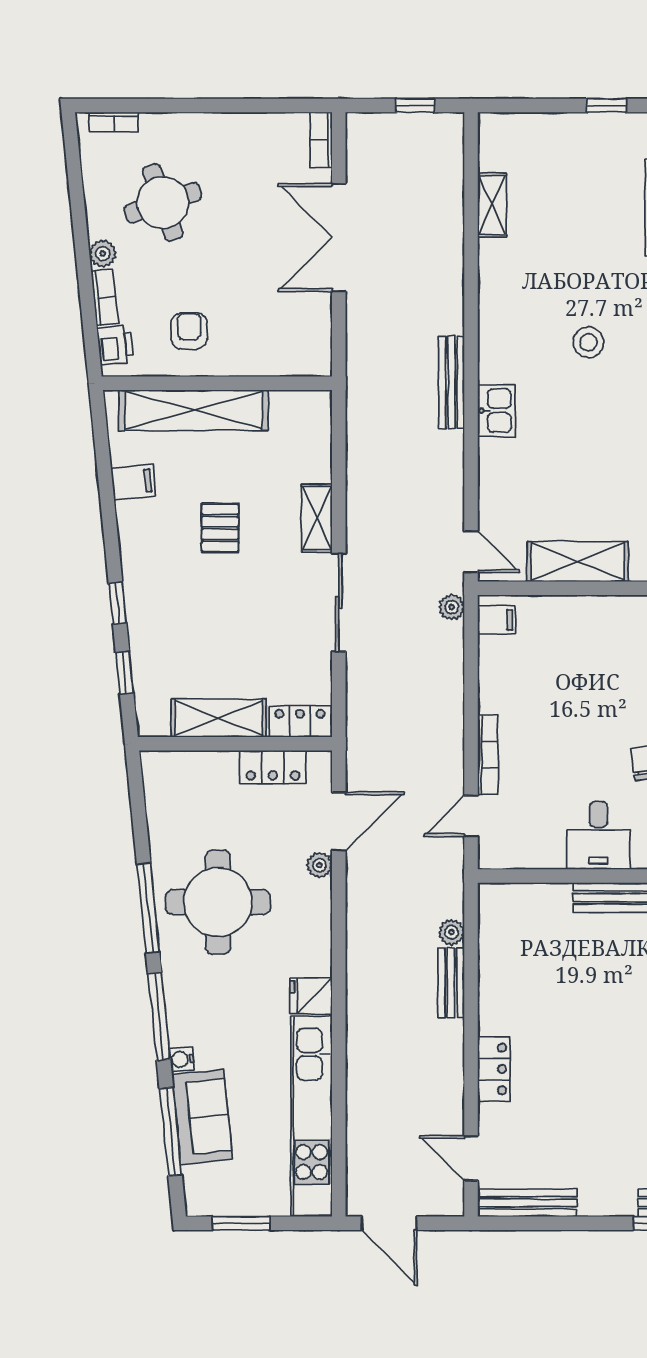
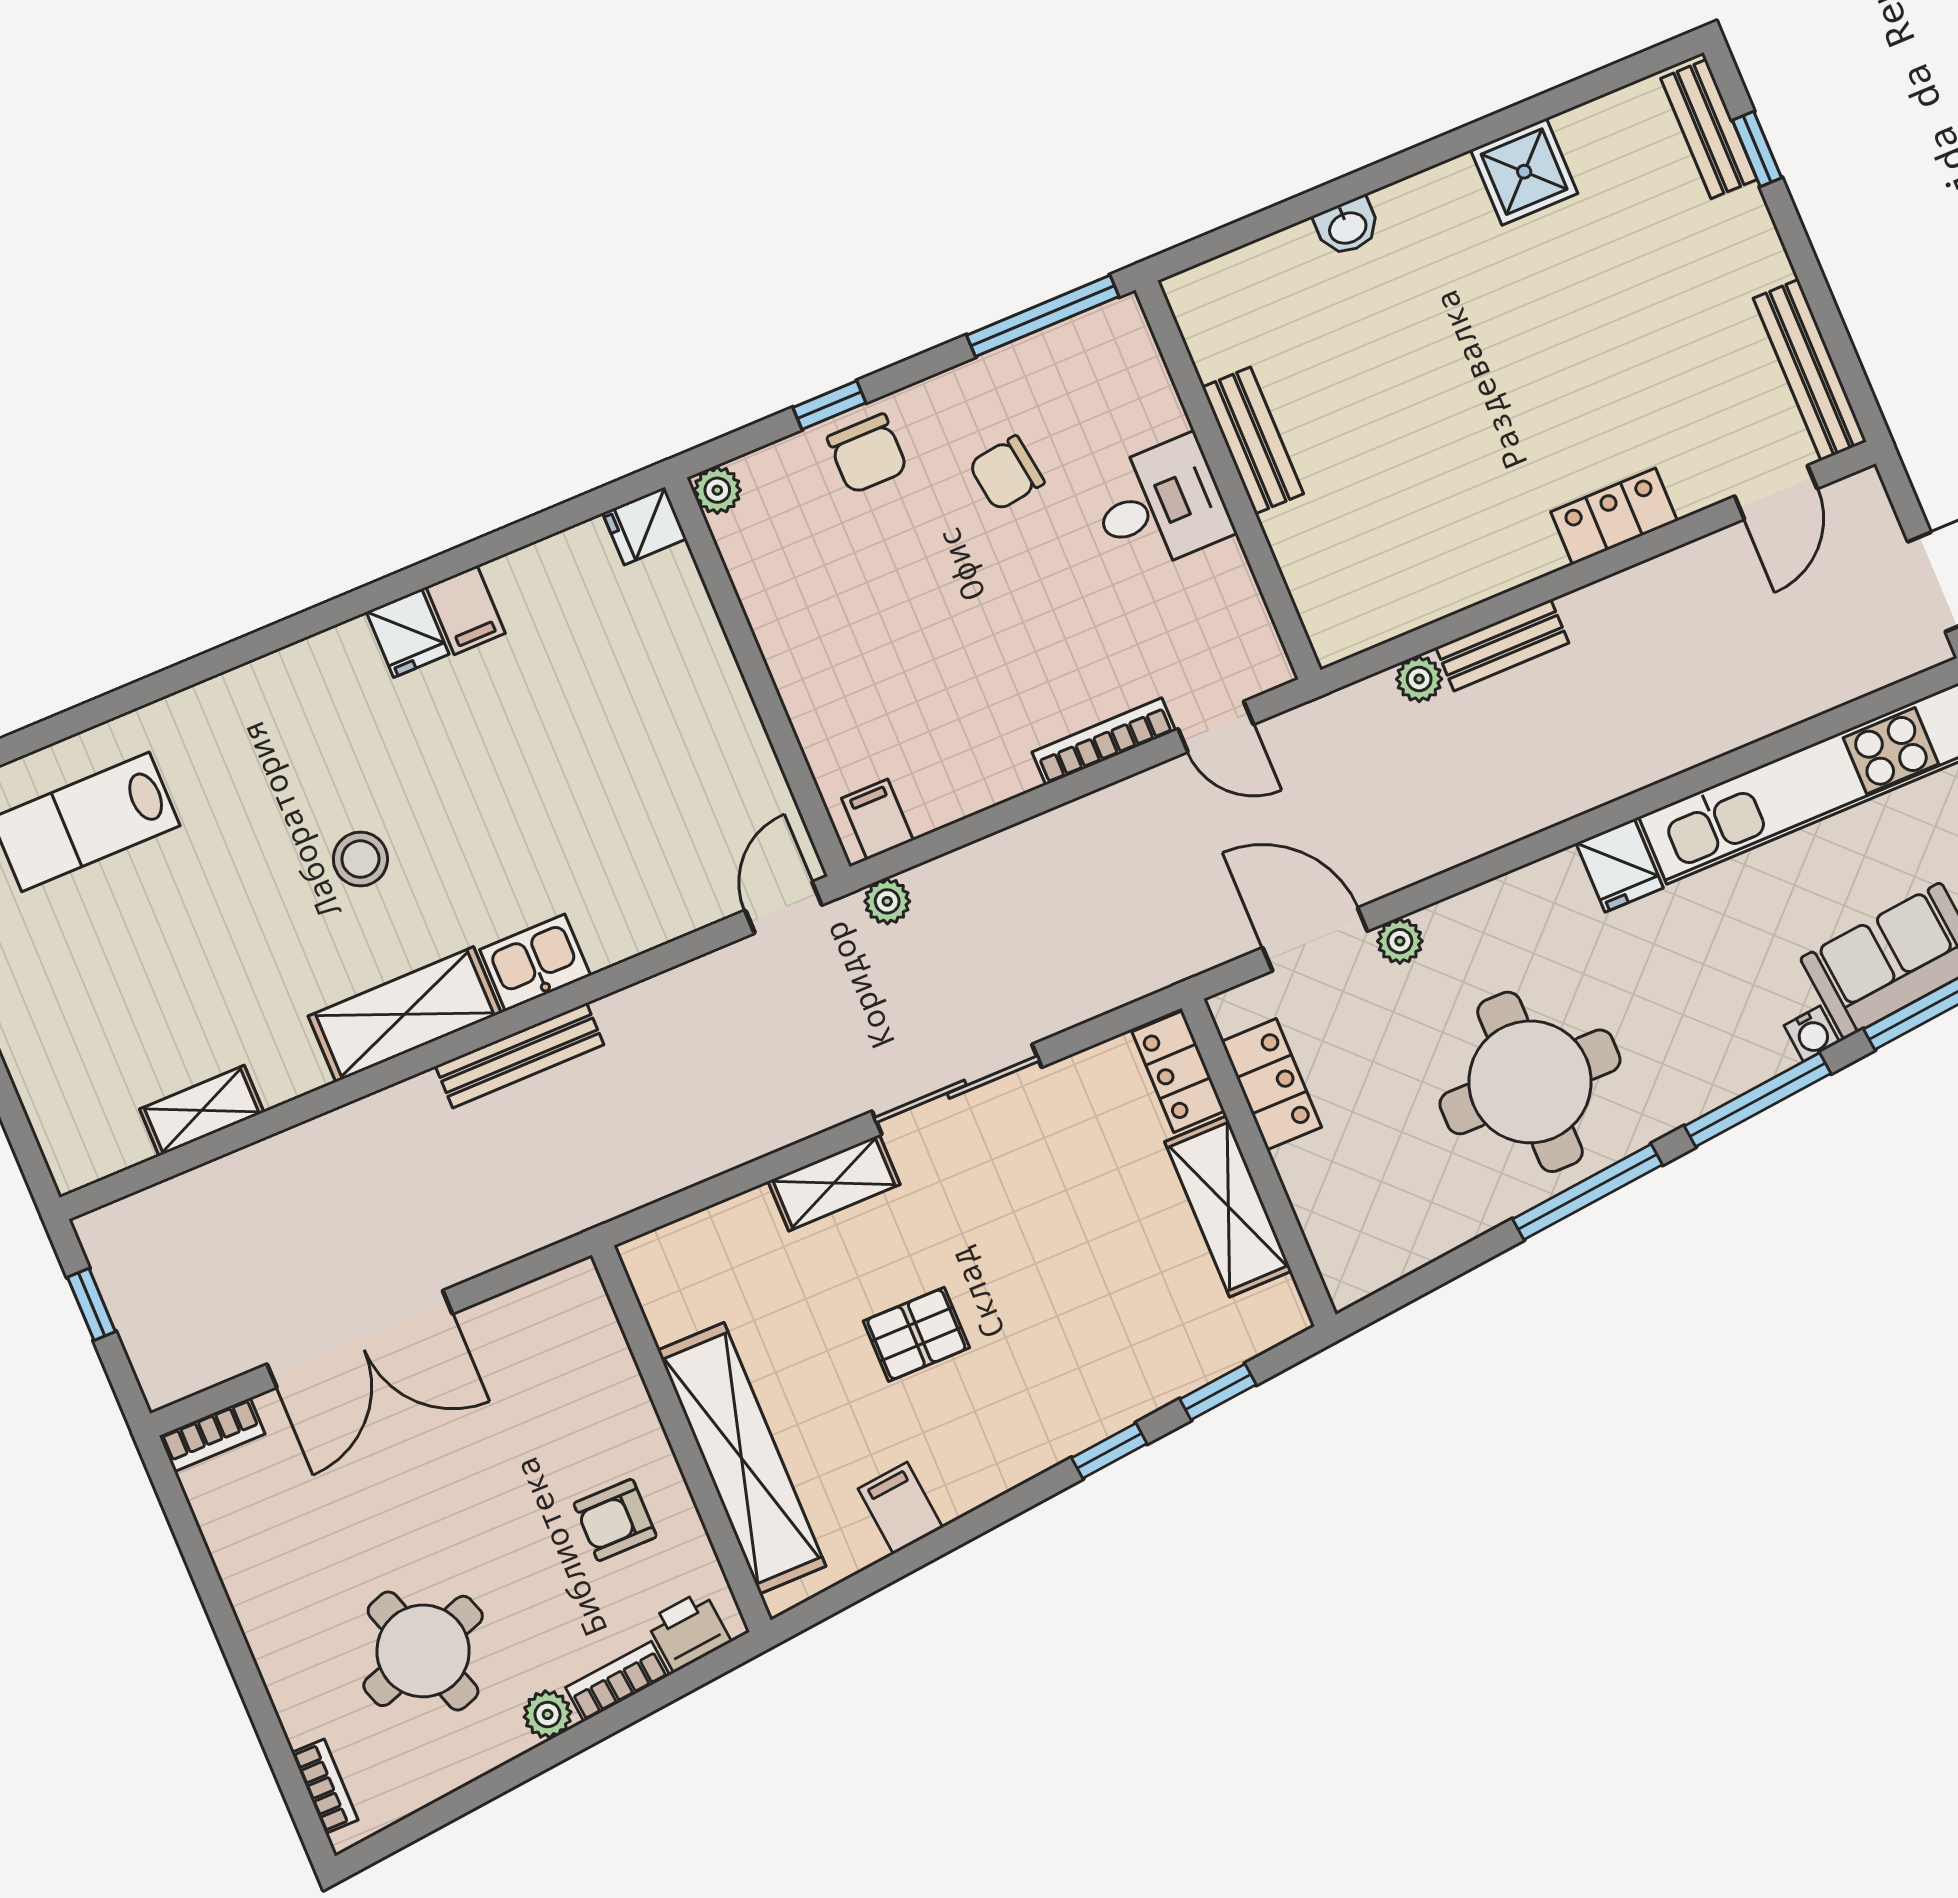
shelving: (578, 561) -> (405, 1014), moved, turned 90

